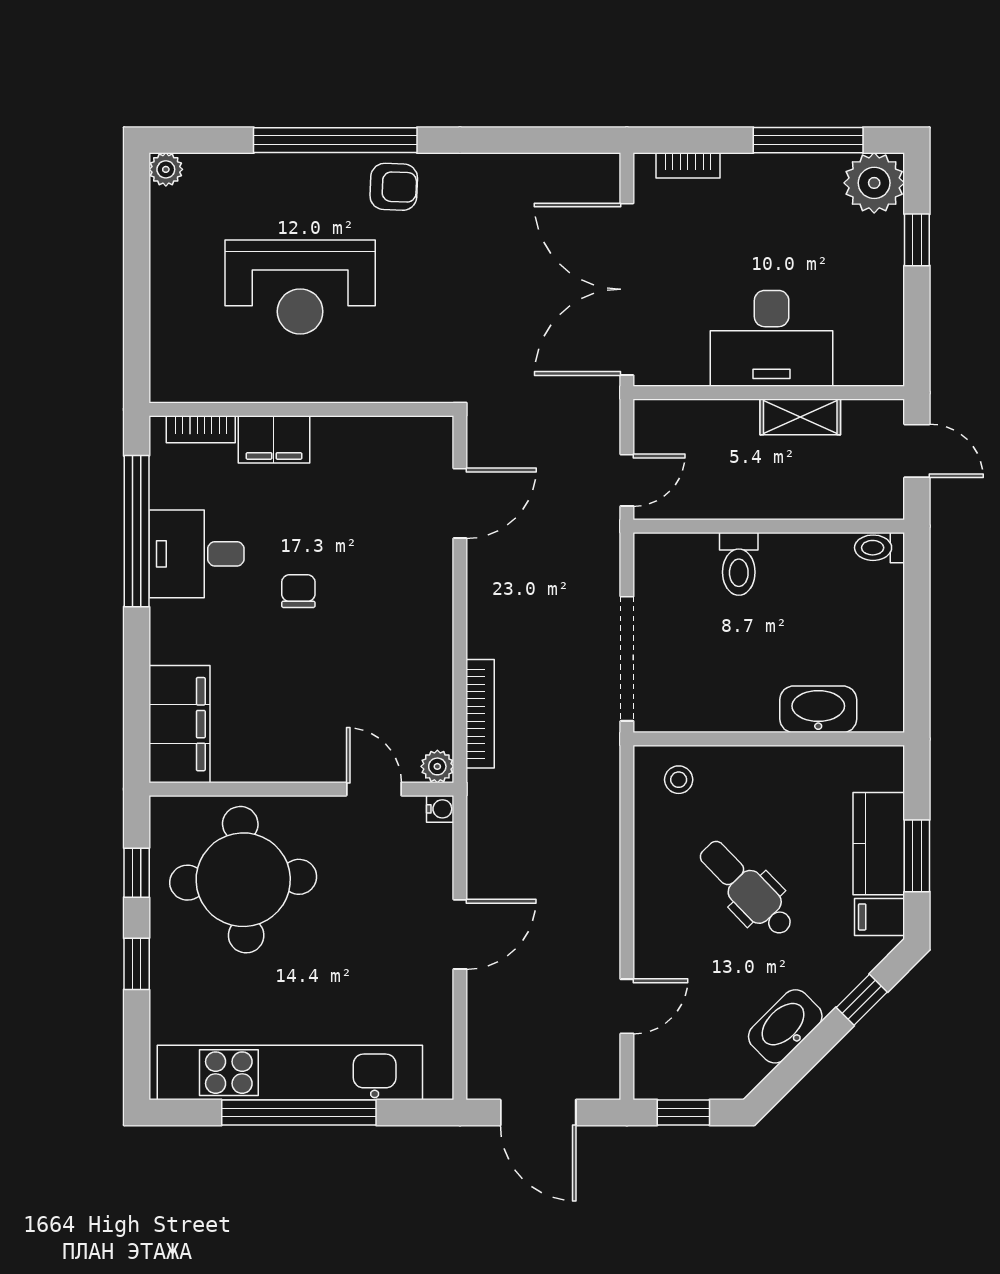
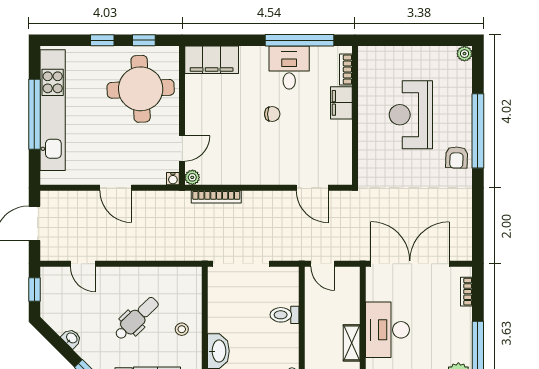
stool: (679, 780) -> (182, 329), moved
washbasin: (785, 1026) -> (71, 338), width x0.52, depth x0.69

